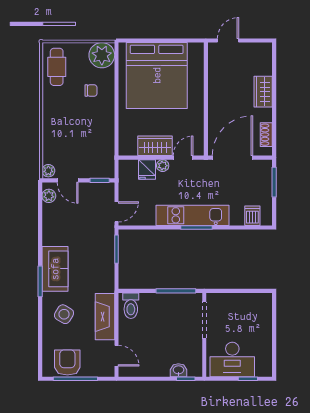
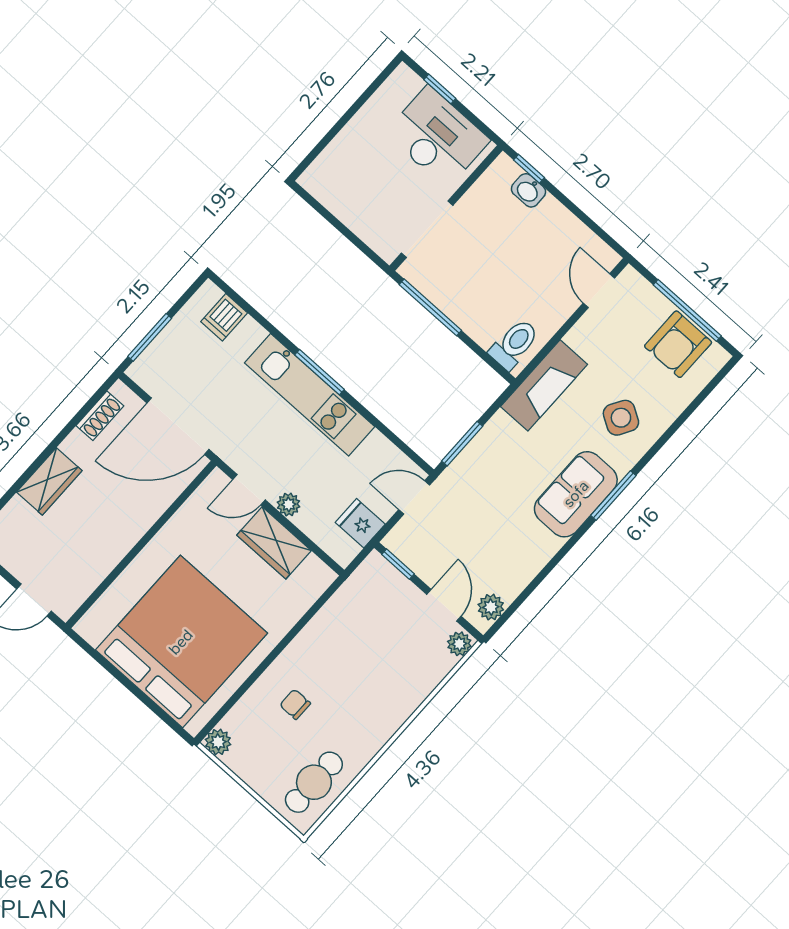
plant: (102, 55) -> (218, 742), width x0.53, depth x0.53
fridge: (147, 170) -> (360, 523), moved, turned -90
fireplace: (105, 317) -> (544, 385), moved

